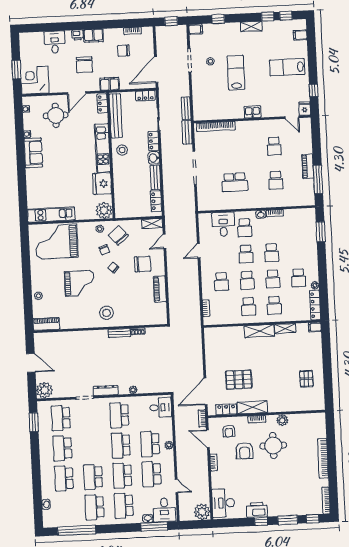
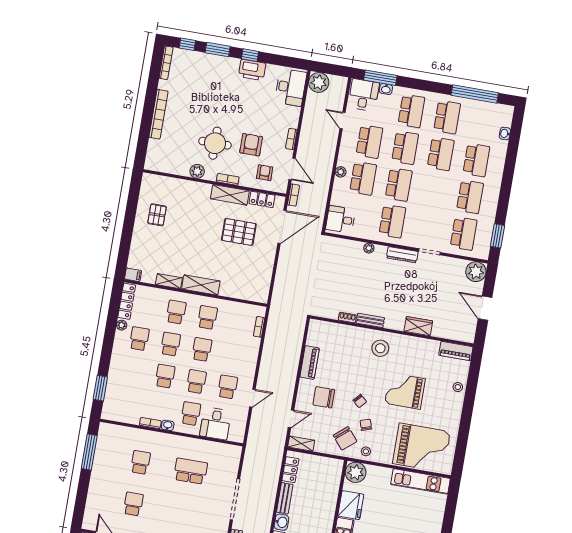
piano: (308, 166) -> (98, 471), removed
school desk: (222, 282) -> (228, 387), moved
wardrobe: (80, 337) -> (418, 326), added

